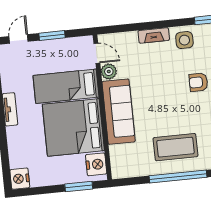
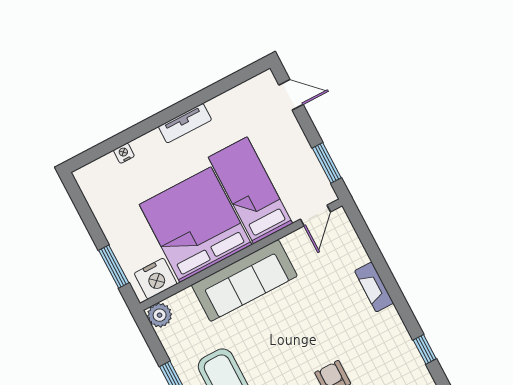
window: (52, 35) -> (327, 163), moved
side table: (184, 40) -> (385, 334), removed
plant: (109, 71) -> (160, 315), moved
nightstand: (20, 179) -> (124, 153), moved, width x0.53, depth x0.56

